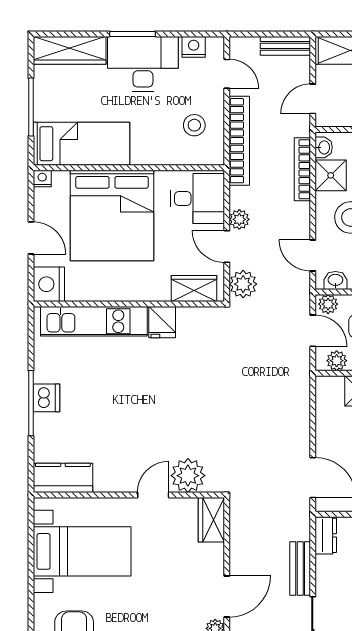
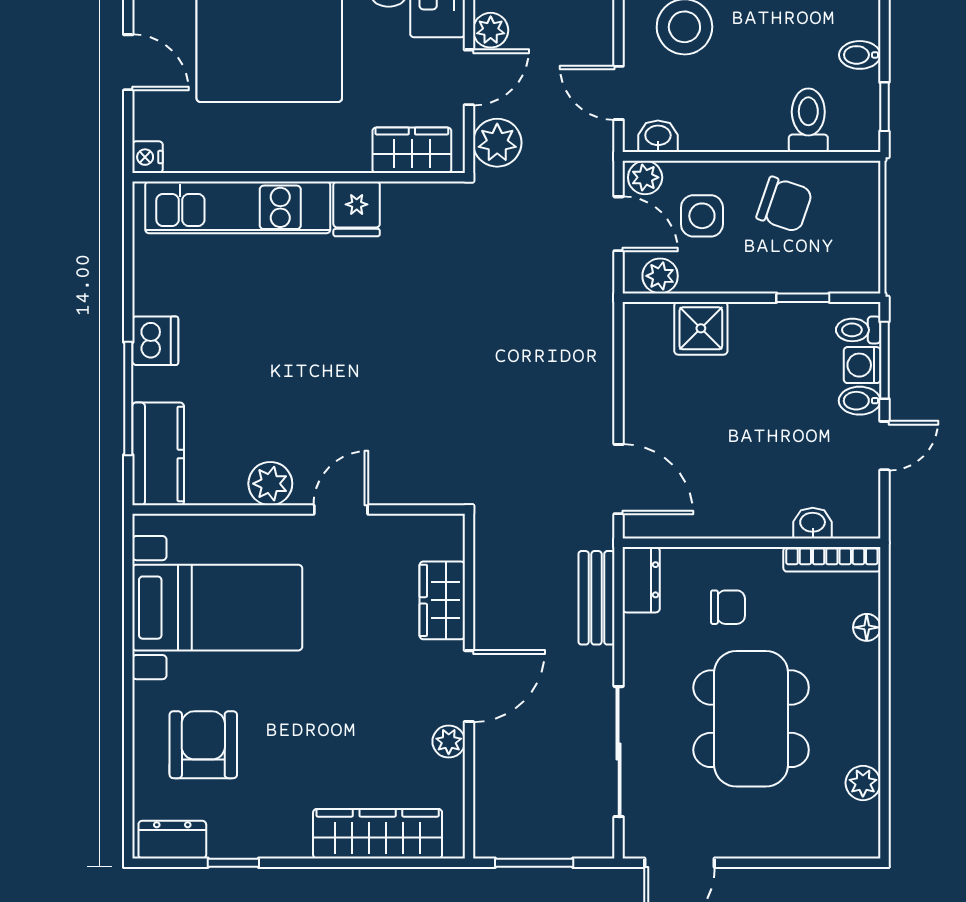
door: (227, 247) -> (469, 77), swing flipped
nightstand: (49, 284) -> (147, 157), width x0.53, depth x0.56
window: (31, 403) -> (128, 399), moved
plant: (188, 476) -> (270, 484), moved, width x0.73, depth x0.73
kitchen counter: (63, 478) -> (158, 454), moved, turned 90
wardrobe: (211, 520) -> (442, 600), moved
bench: (300, 568) -> (597, 598), moved

